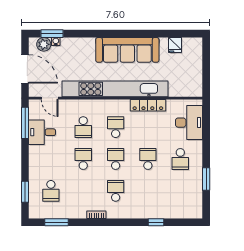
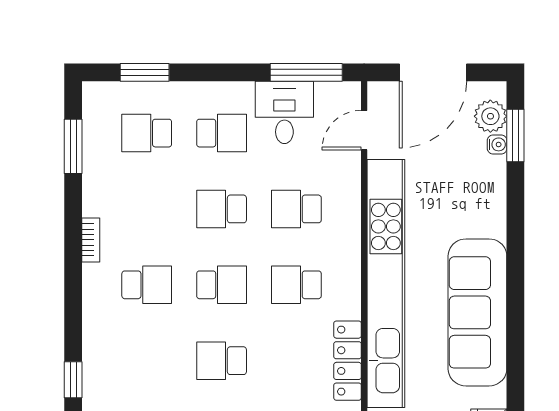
school desk: (116, 127) -> (296, 285), turned 180
school desk: (51, 159) -> (222, 133), added
school desk: (83, 159) -> (222, 209), turned 180
school desk: (148, 159) -> (222, 361), turned 180

